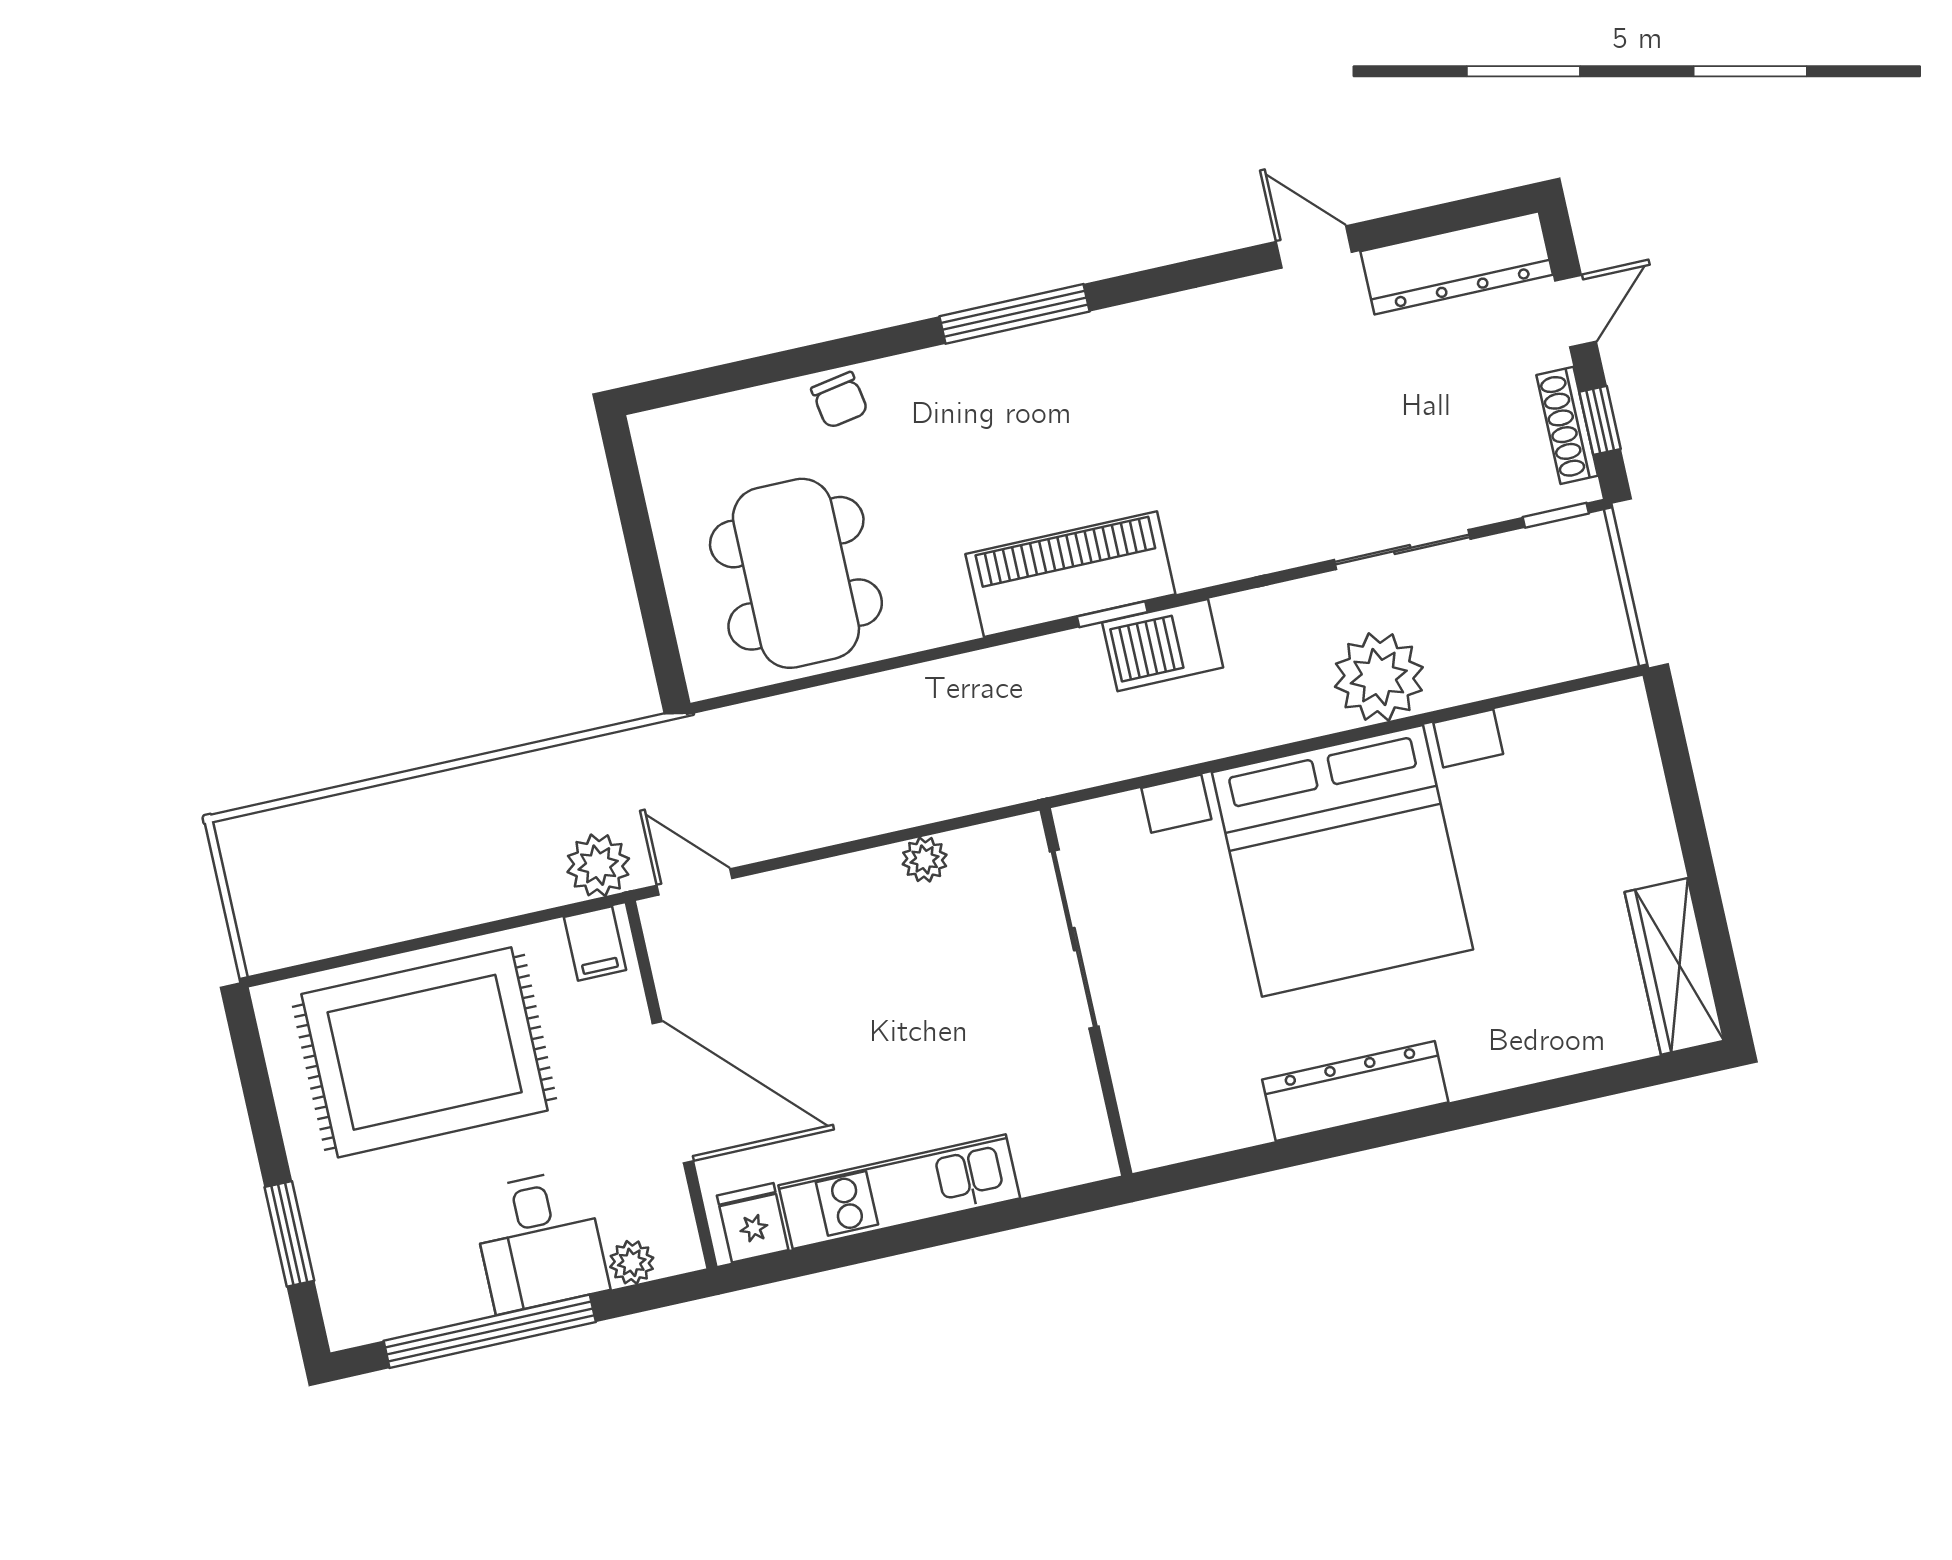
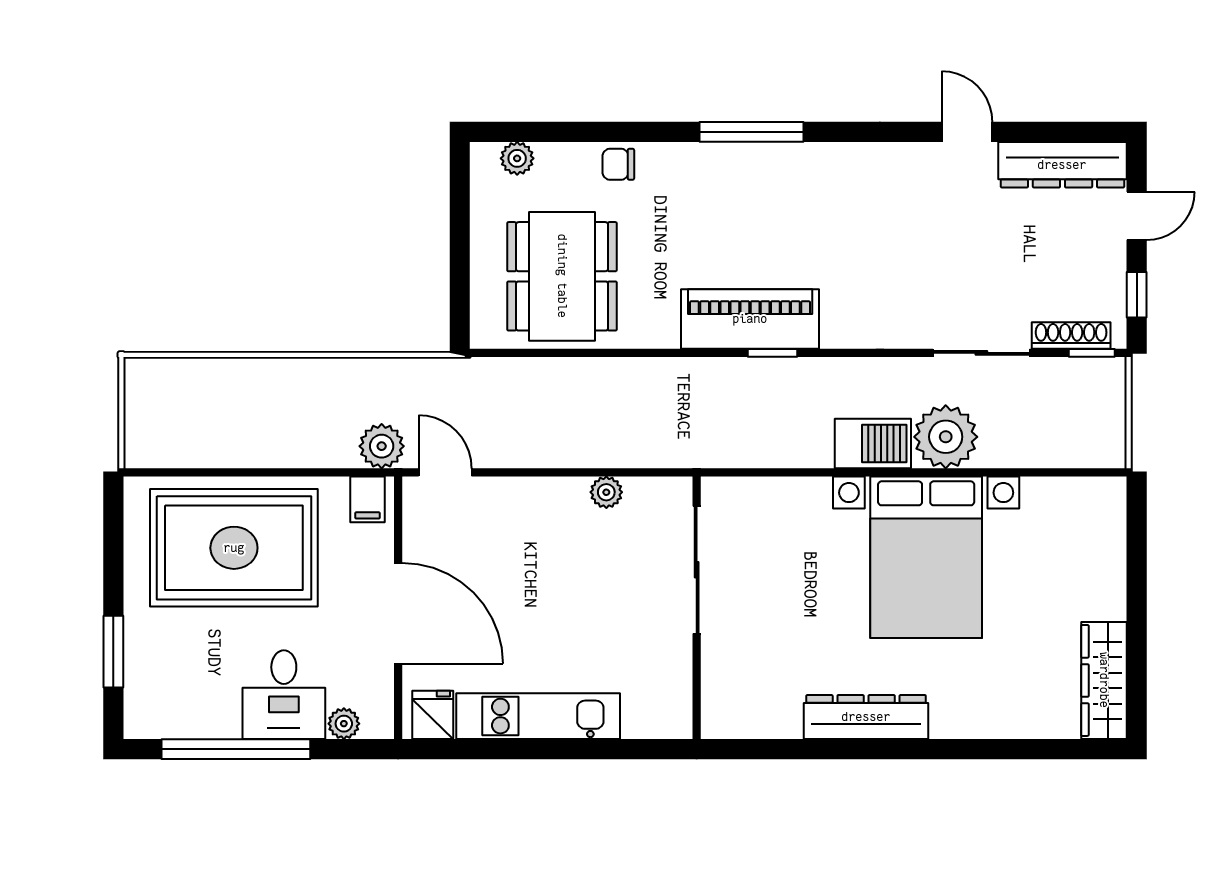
chair: (839, 400) -> (618, 164), turned 100
plant: (697, 423) -> (517, 158), added
shoe rack: (1567, 425) -> (1071, 336), moved, turned 90
barbecue: (1163, 645) -> (873, 444), moved, turned 180
bed with nightstands: (1342, 861) -> (926, 557), width x0.73

